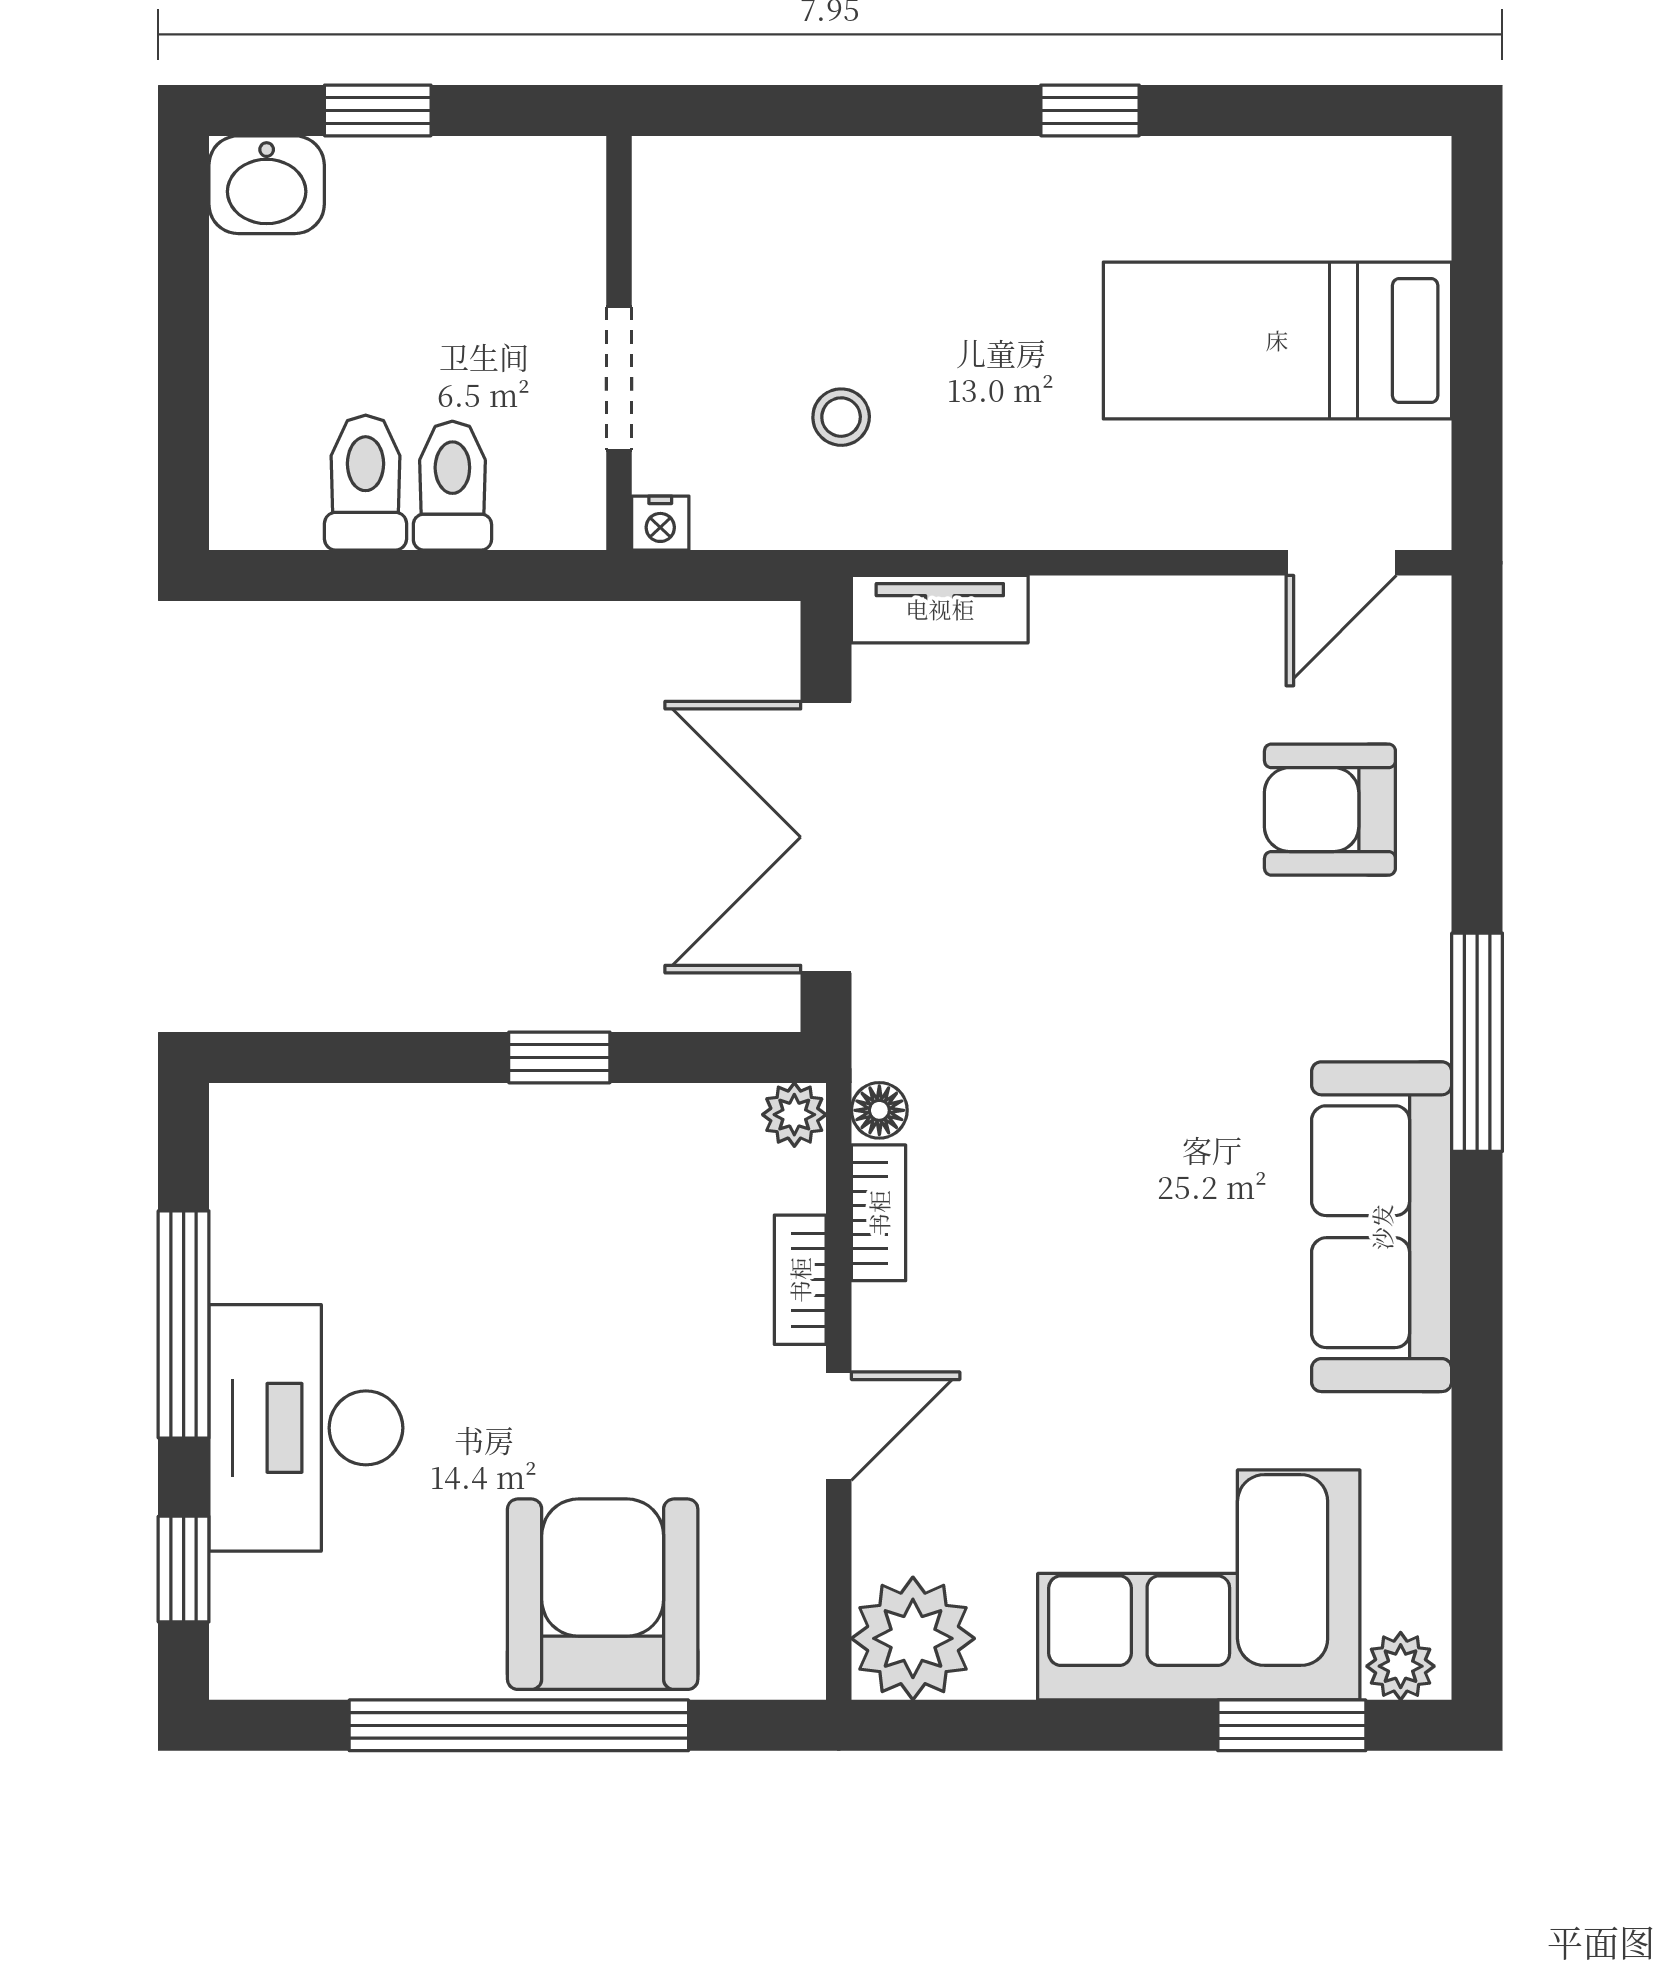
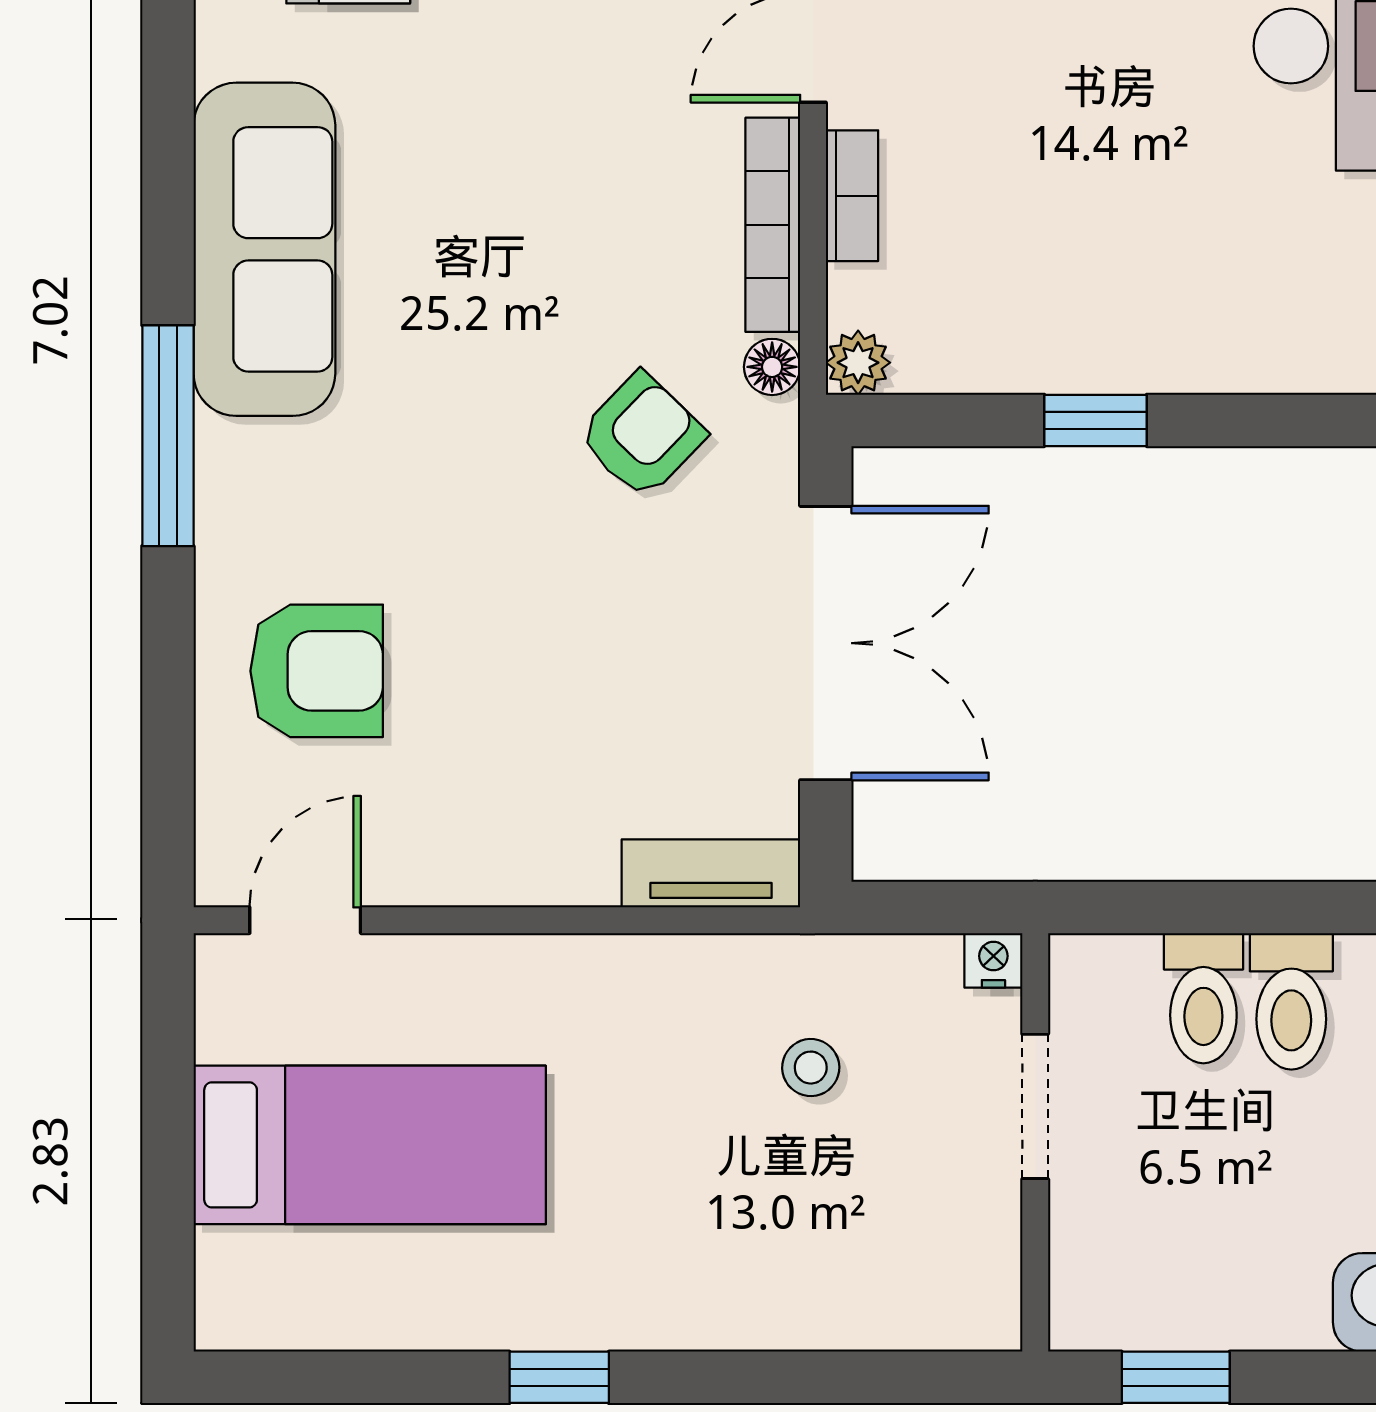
window: (378, 110) -> (1176, 1377), moved
armchair: (1008, 1043) -> (642, 435), added
bookcase: (879, 1213) -> (773, 225), width x1.56

